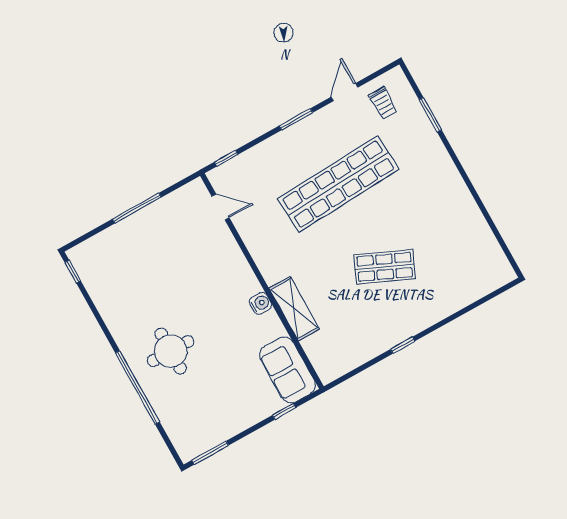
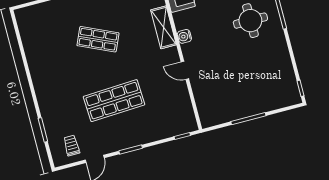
shop shelf: (338, 184) -> (114, 101), width x0.71
door: (220, 207) -> (185, 70), moved

